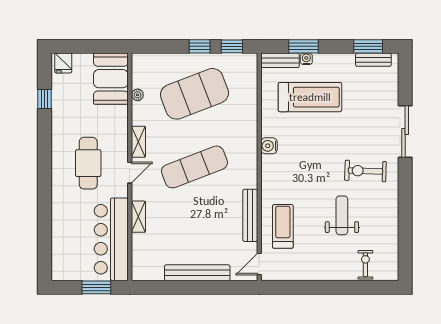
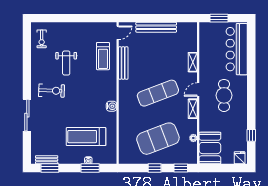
window: (232, 46) -> (181, 168), moved
bench: (280, 60) -> (105, 159), removed
bar counter: (111, 239) -> (237, 49), moved, turned 180
exercise bike: (365, 265) -> (42, 39), moved

